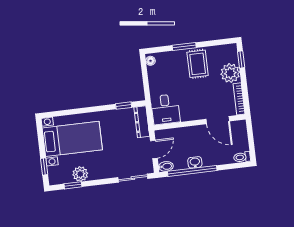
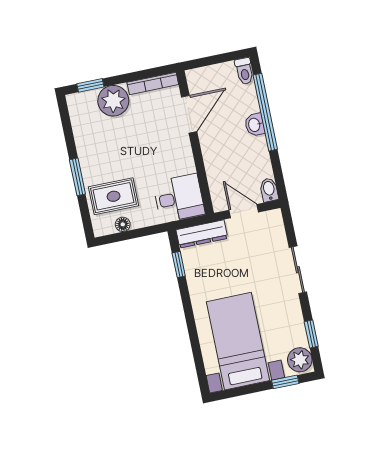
floor lamp: (151, 61) -> (123, 224), moved
rug: (198, 64) -> (114, 196), moved
washbasin: (195, 162) -> (255, 125), moved
window: (192, 171) -> (265, 112), moved
plant: (80, 174) -> (300, 360), moved
sliding door: (133, 178) -> (298, 270), moved

